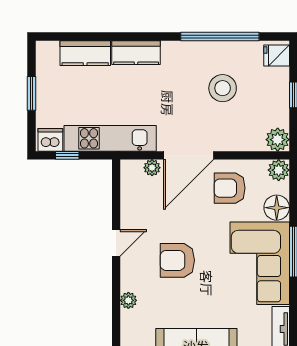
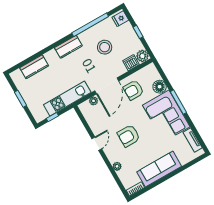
kitchen counter: (136, 53) -> (68, 47), moved
dishwasher: (50, 140) -> (131, 63), moved
plant: (279, 170) -> (151, 69), removed

